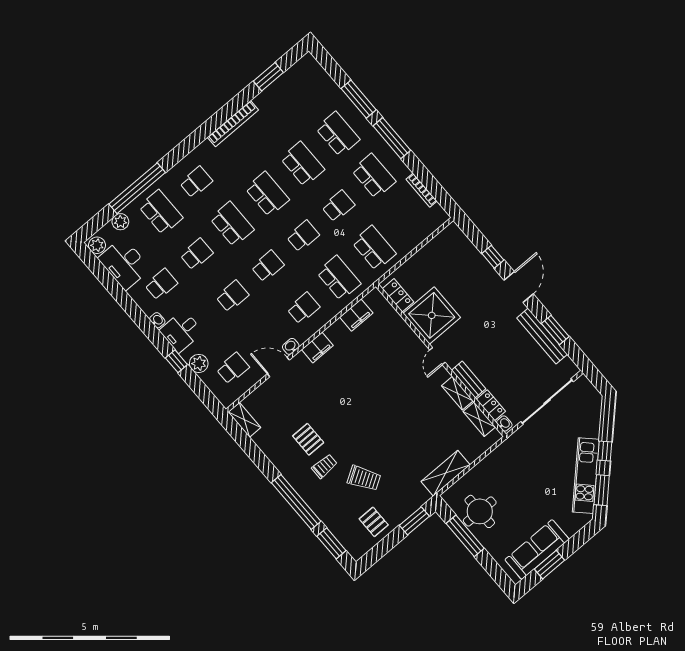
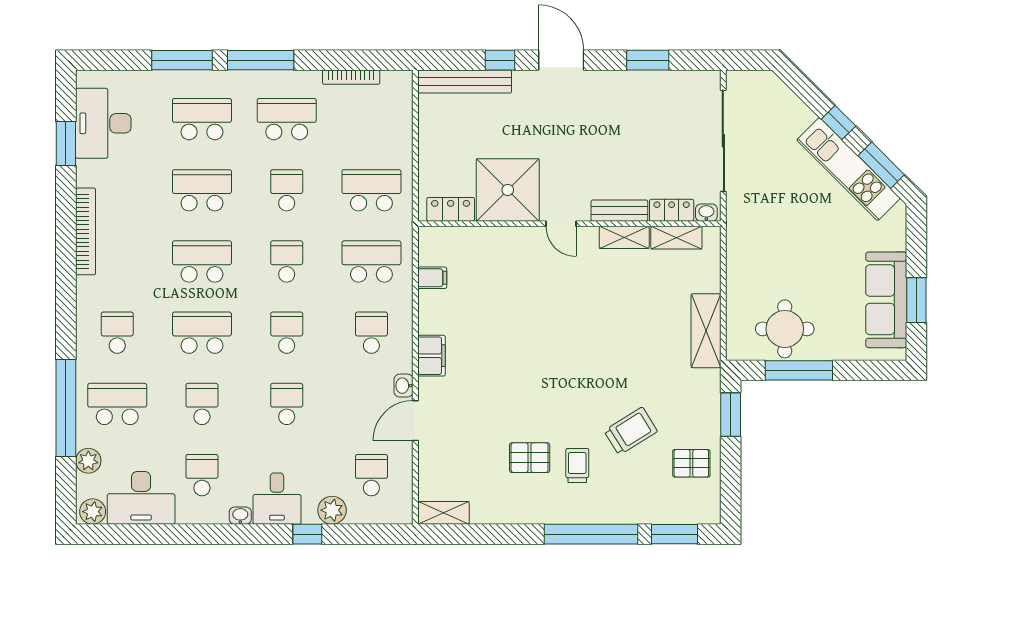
desk: (294, 87) -> (103, 123), added
filing cabinet: (356, 315) -> (432, 278), width x0.50
bench: (542, 336) -> (465, 81), moved

